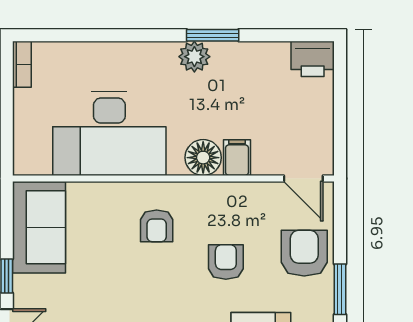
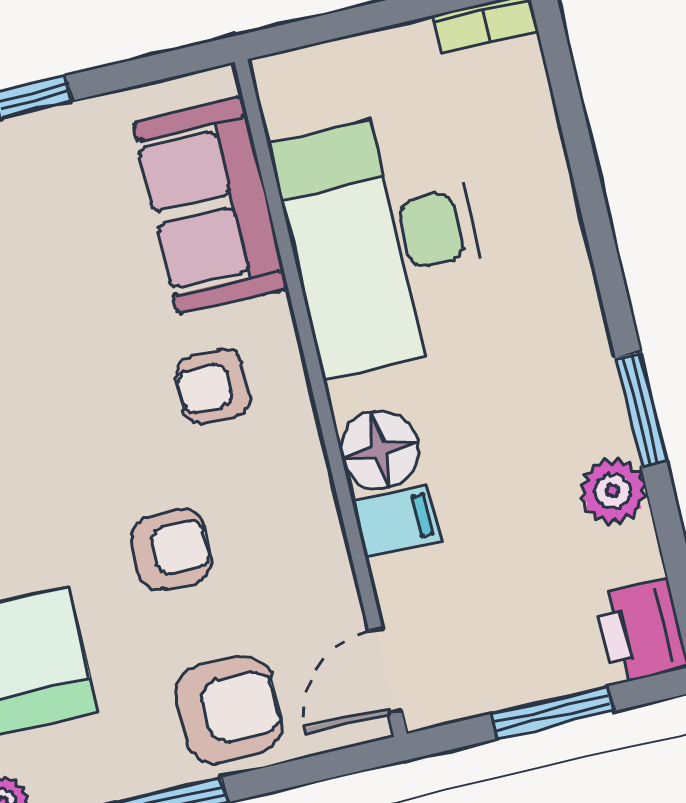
plant: (194, 57) -> (613, 491), moved
window: (340, 108) -> (552, 713), added
sofa: (39, 227) -> (210, 205), moved, turned 90

